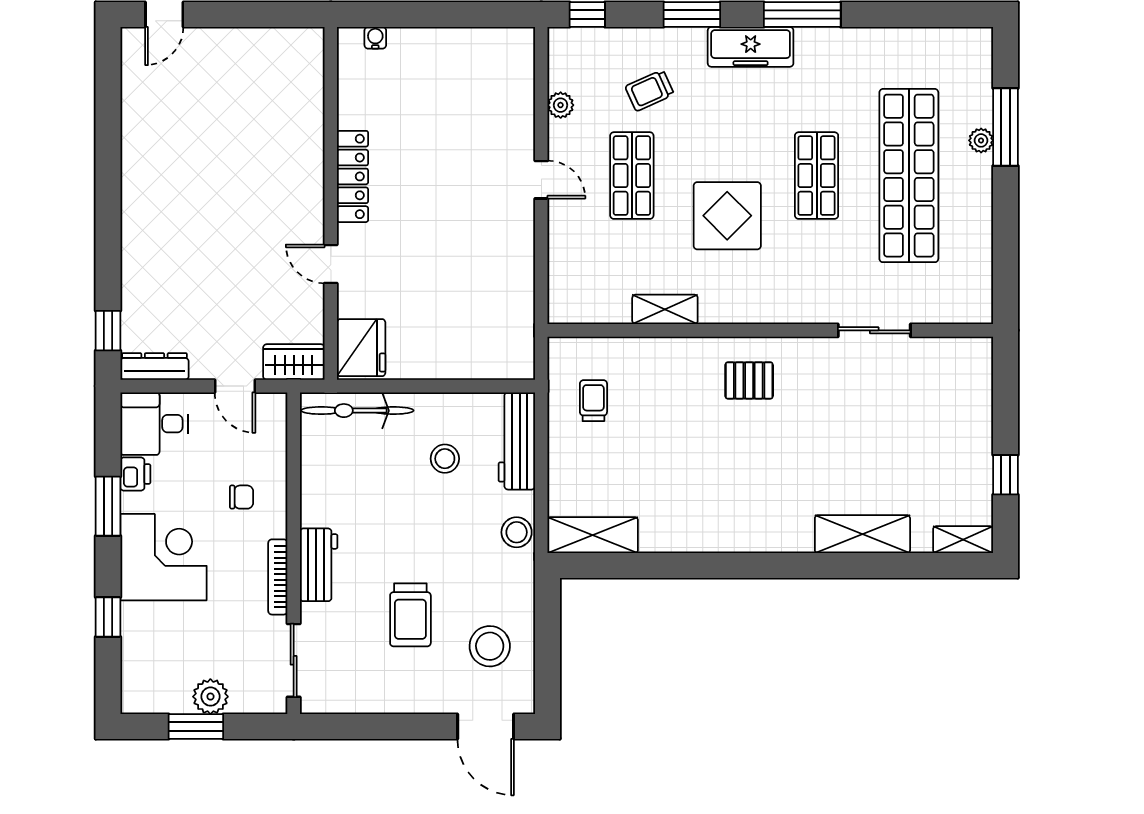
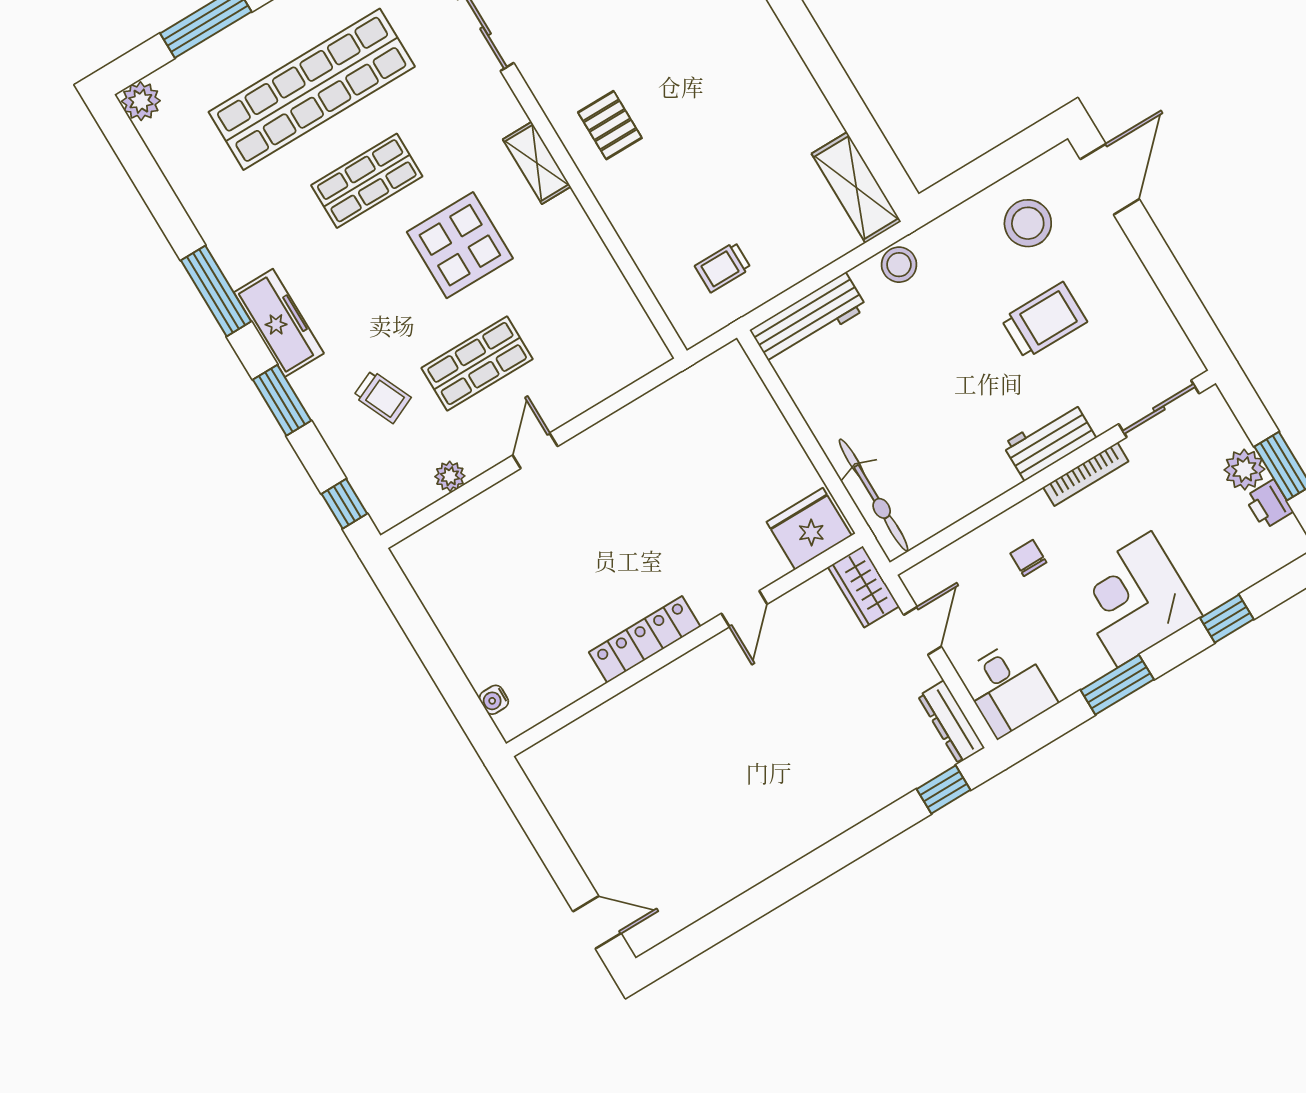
plant: (981, 140) -> (141, 101), moved, width x1.38, depth x1.38
shelving: (665, 309) -> (537, 163), moved
stool: (445, 459) -> (869, 380), removed
printer: (135, 474) -> (1269, 504), moved, turned -90

